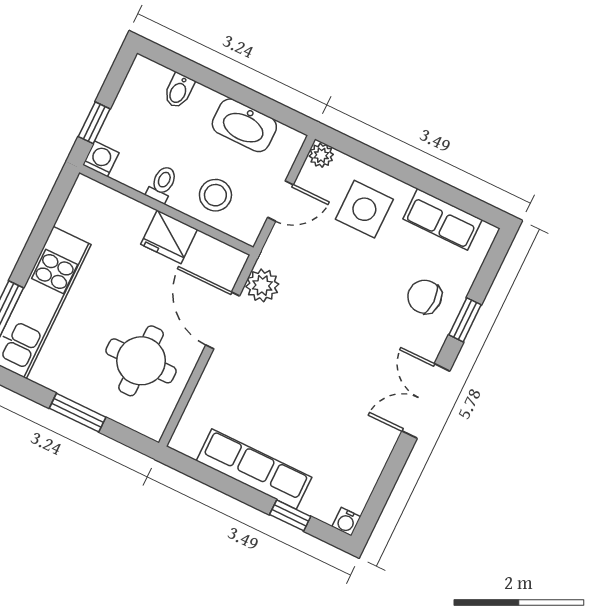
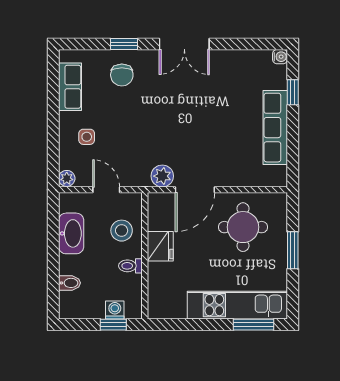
washing machine: (101, 159) -> (115, 310), moved, turned 90
side table: (364, 209) -> (87, 137), width x0.54, depth x0.54

